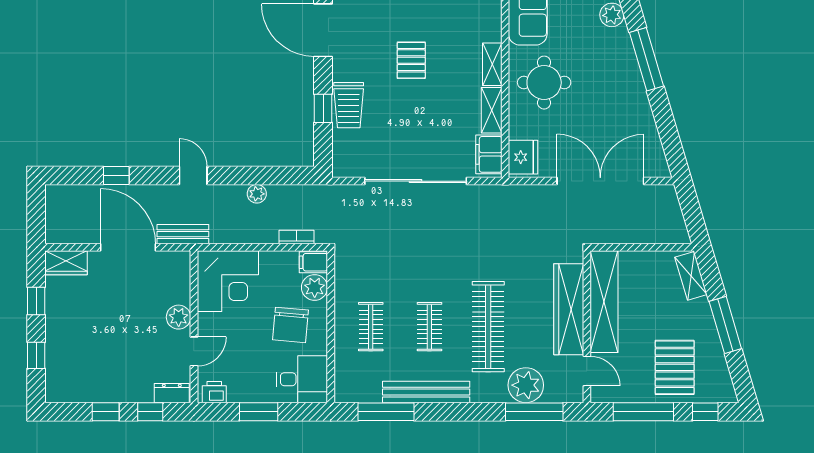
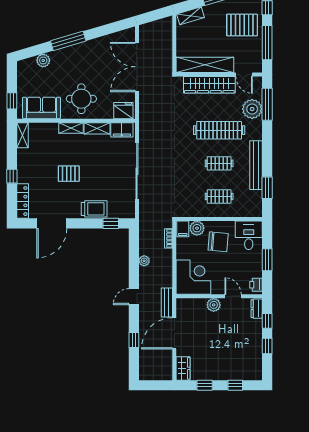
window: (323, 108) -> (111, 223), moved
door: (587, 371) -> (244, 75), swing flipped
window: (386, 412) -> (267, 188), width x0.69

